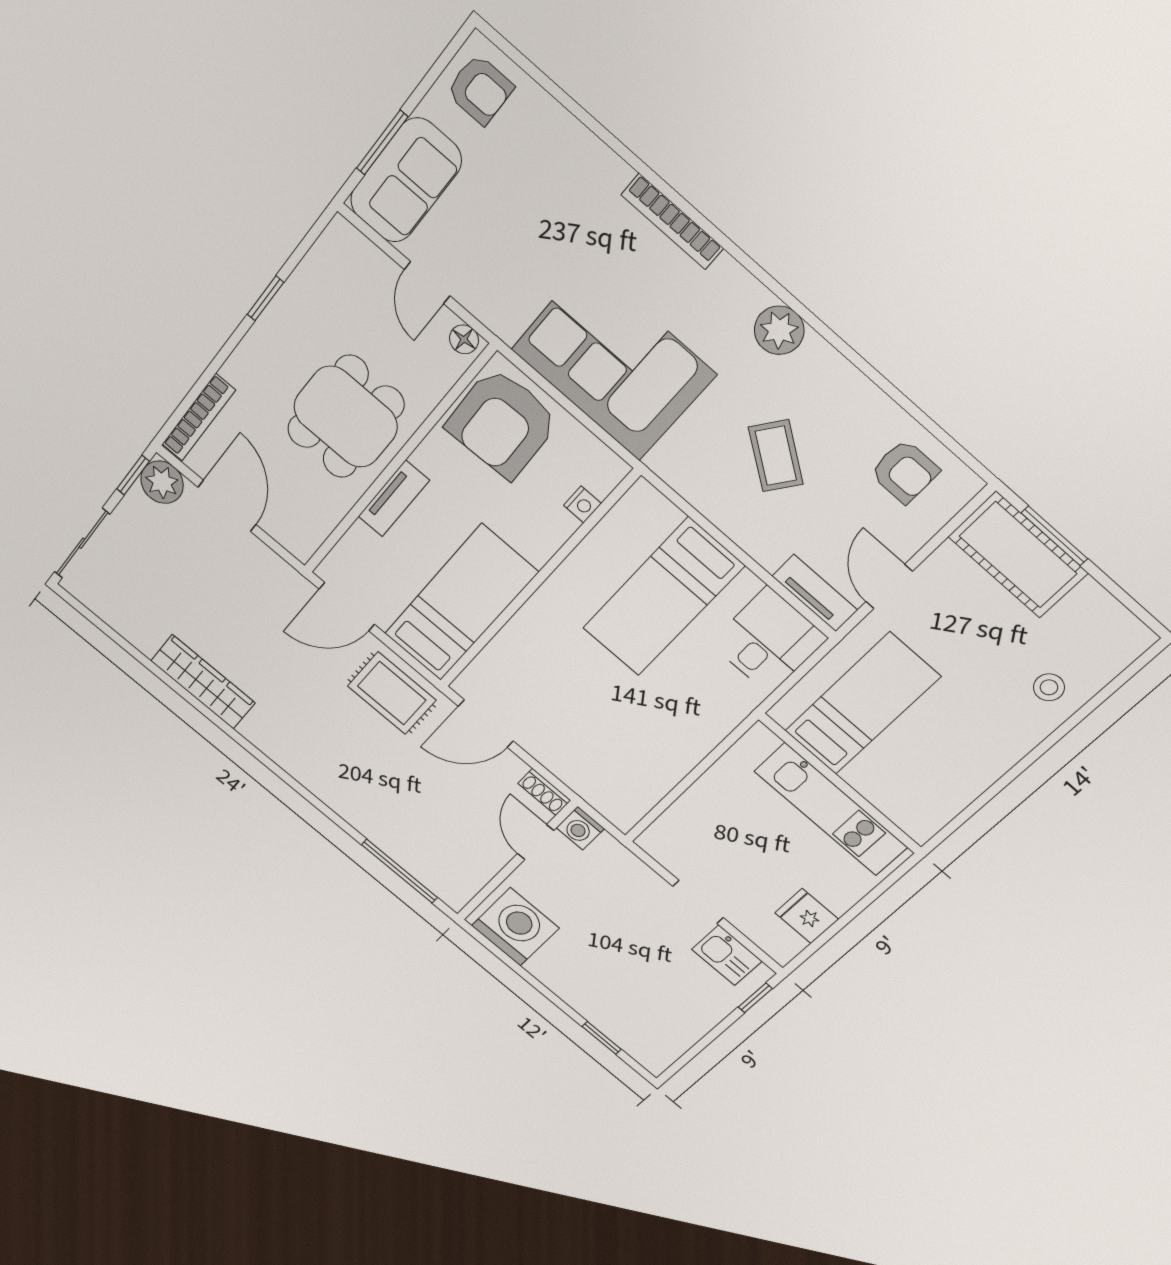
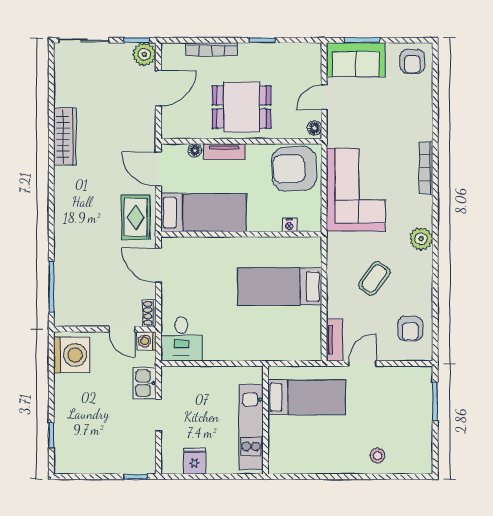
bookcase: (199, 417) -> (212, 49), moved
floor lamp: (359, 536) -> (195, 150), added
cot: (1018, 555) -> (417, 396), removed
desk: (769, 641) -> (181, 339), moved, turned 90
door: (536, 842) -> (122, 329), swing flipped
kitchen sink: (727, 955) -> (144, 383), moved

